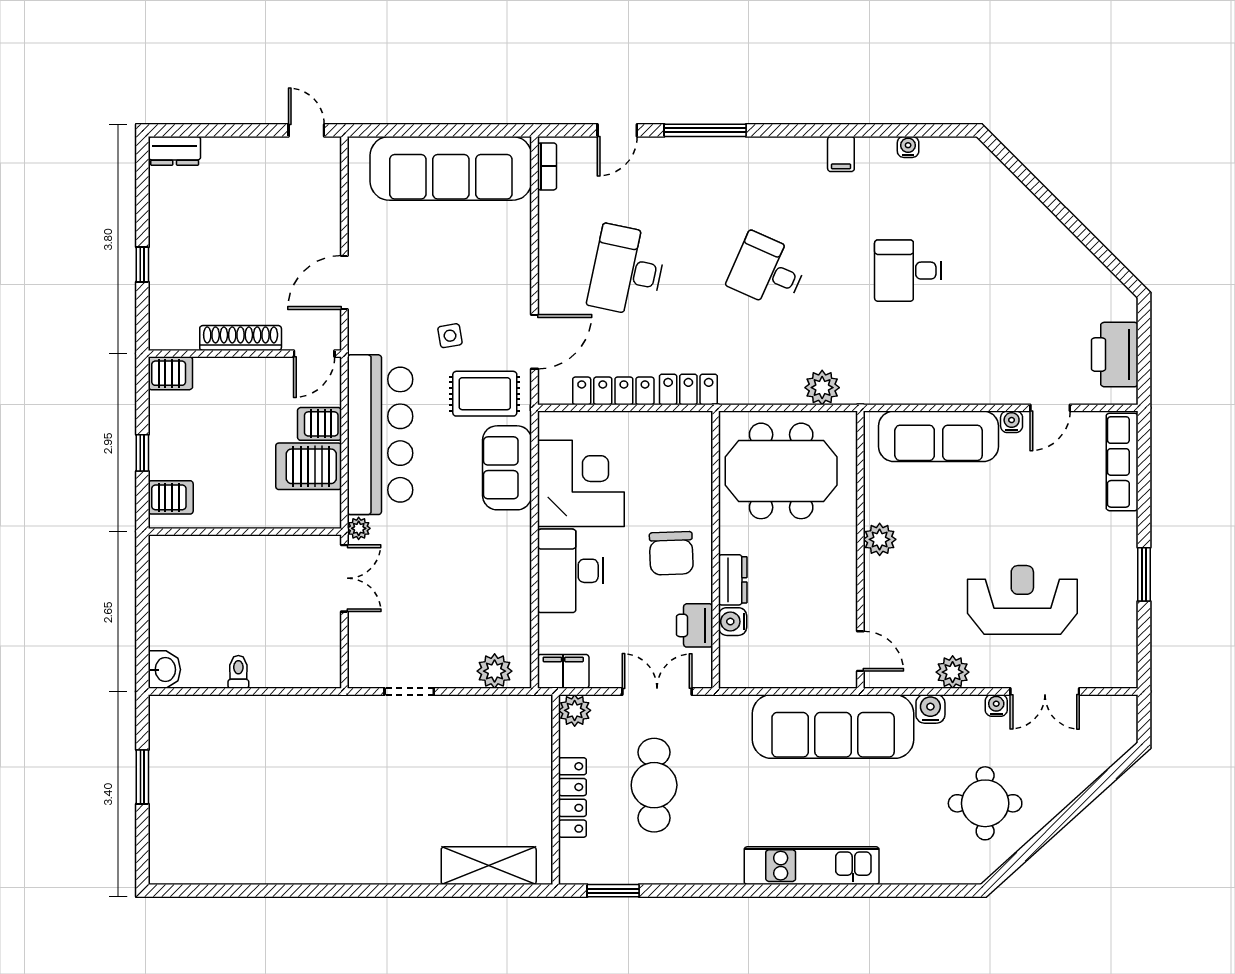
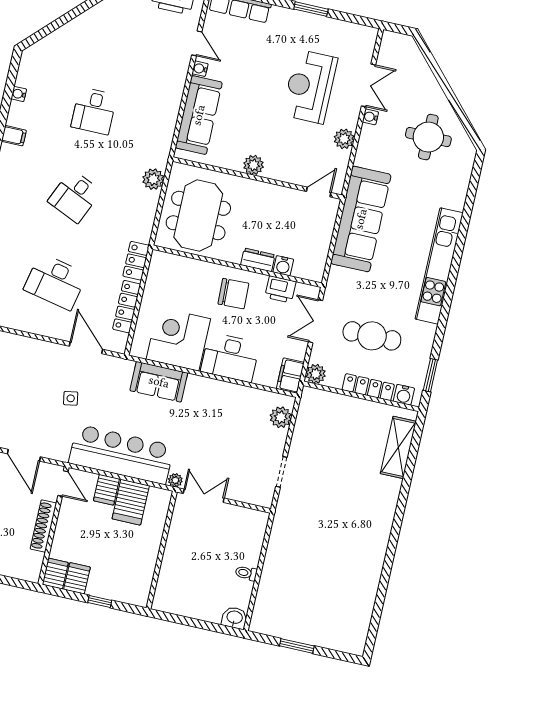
rug: (485, 394) -> (111, 385), removed
server rack: (171, 497) -> (77, 578), moved
water cooler: (930, 709) -> (404, 395), moved, turned -90
kitchen unit: (812, 866) -> (439, 266), width x1.36

